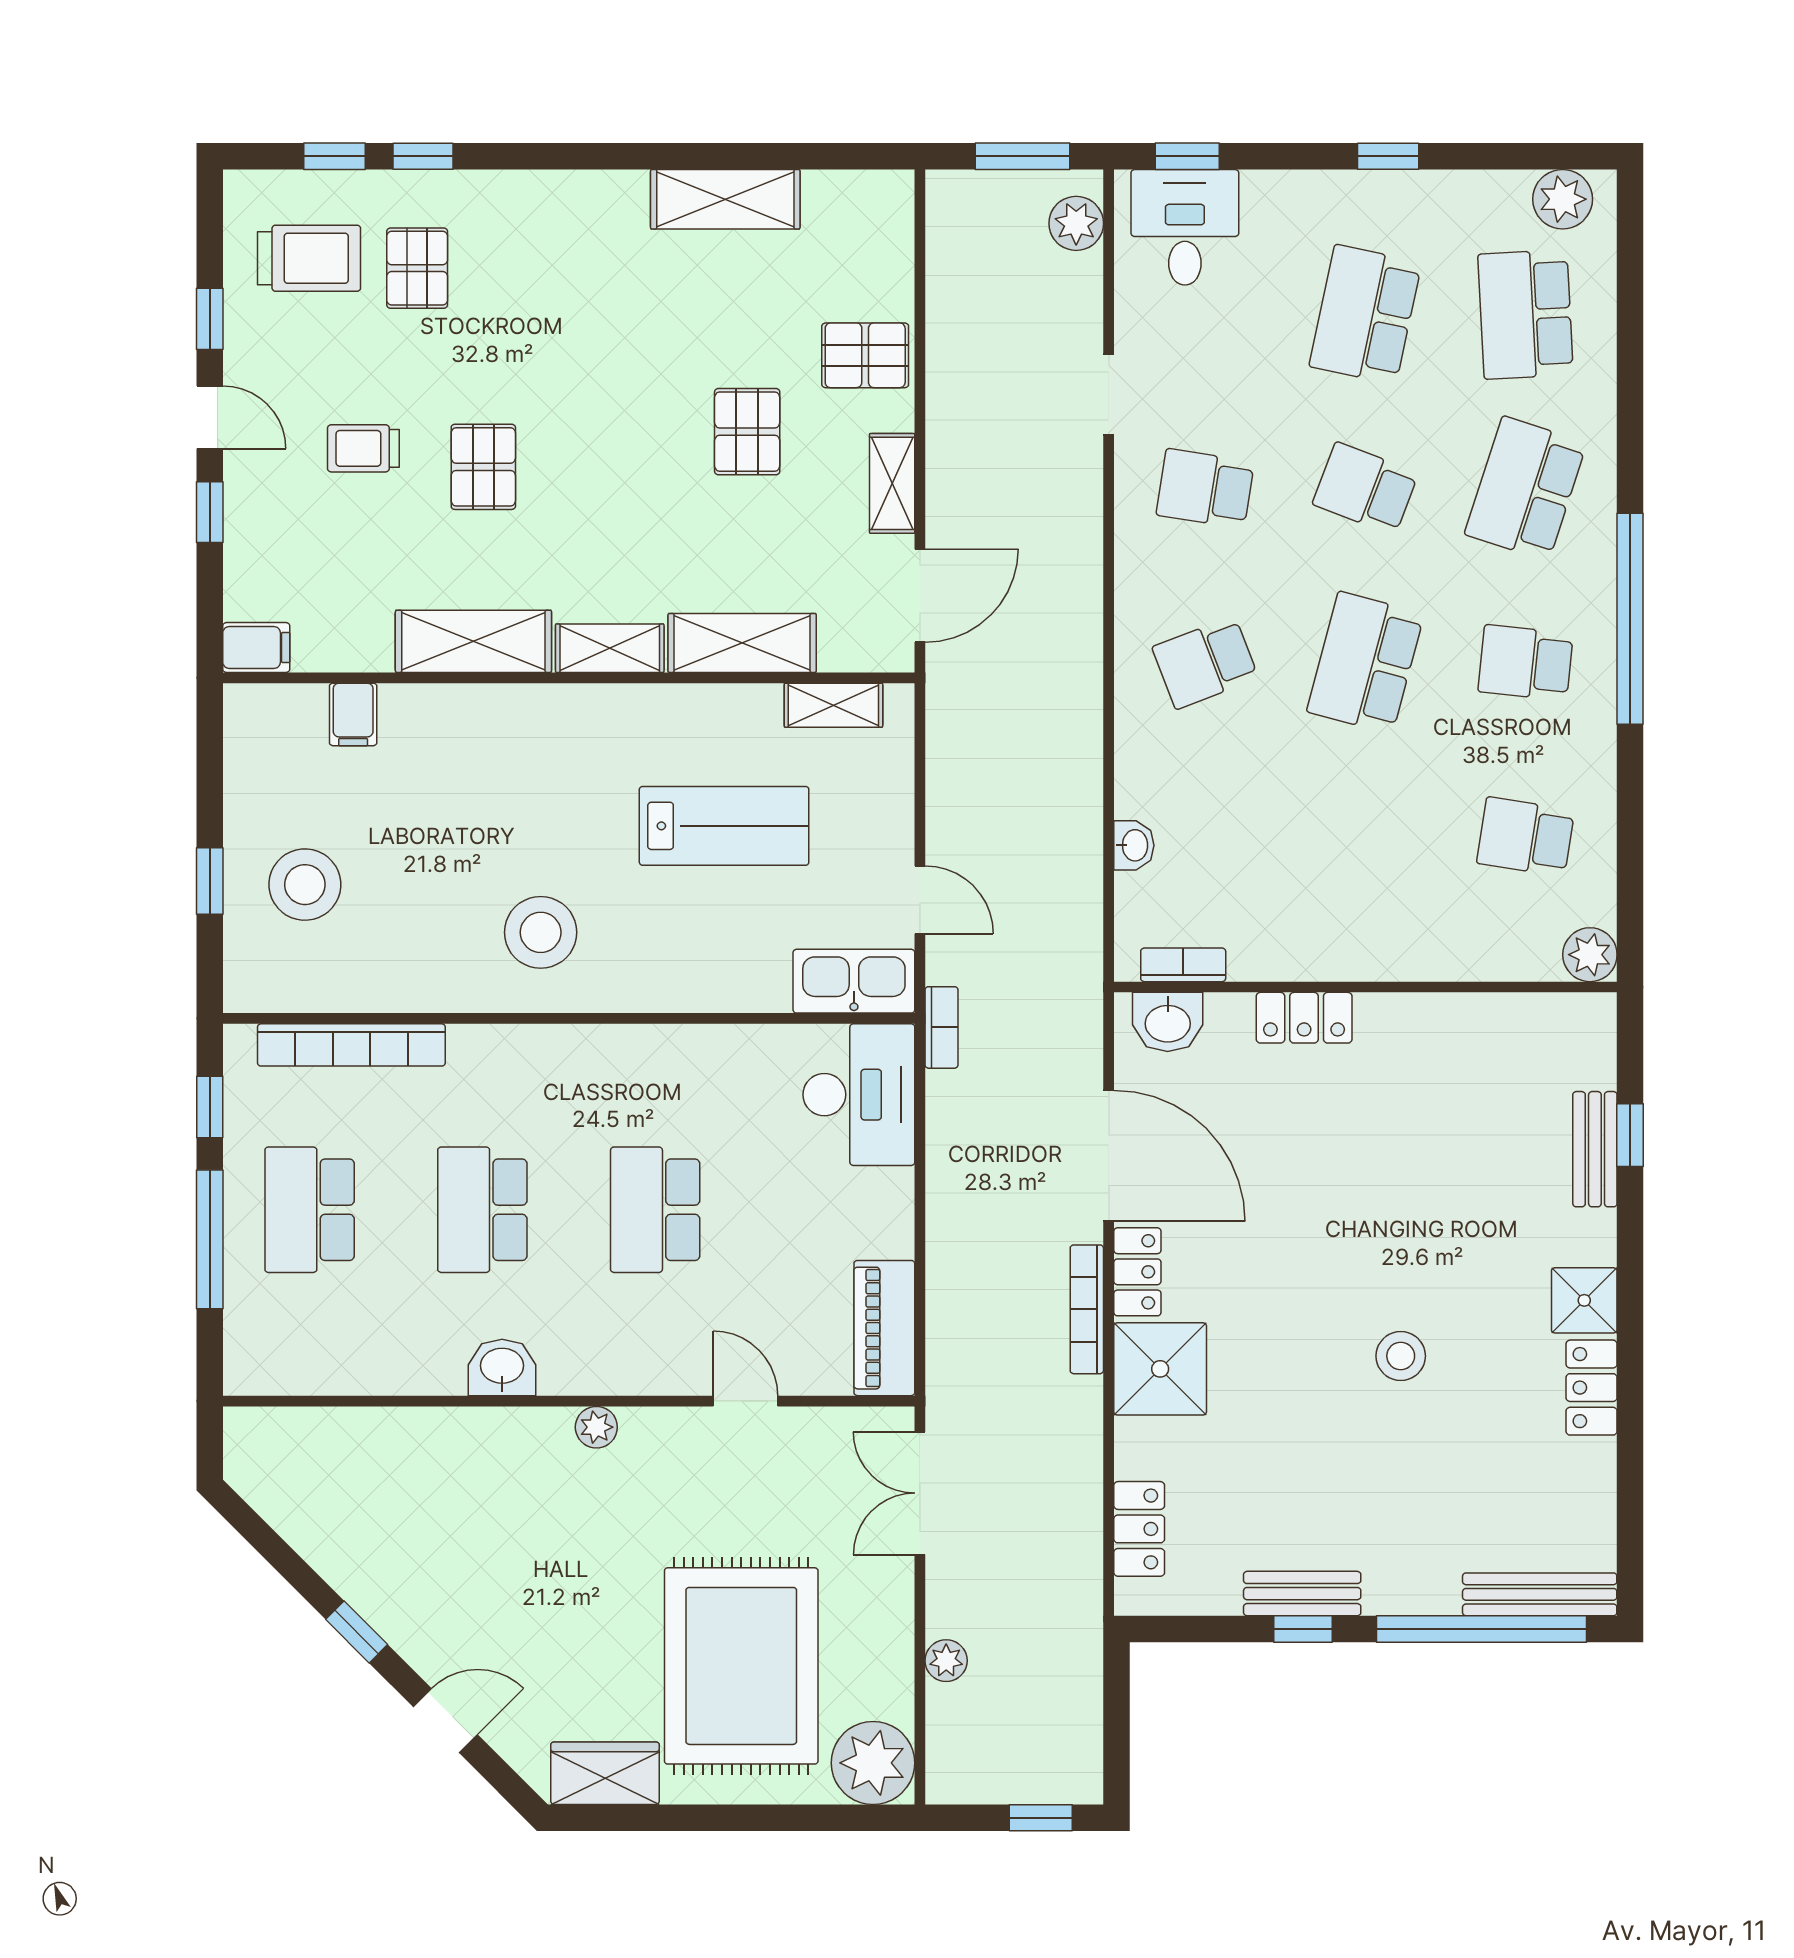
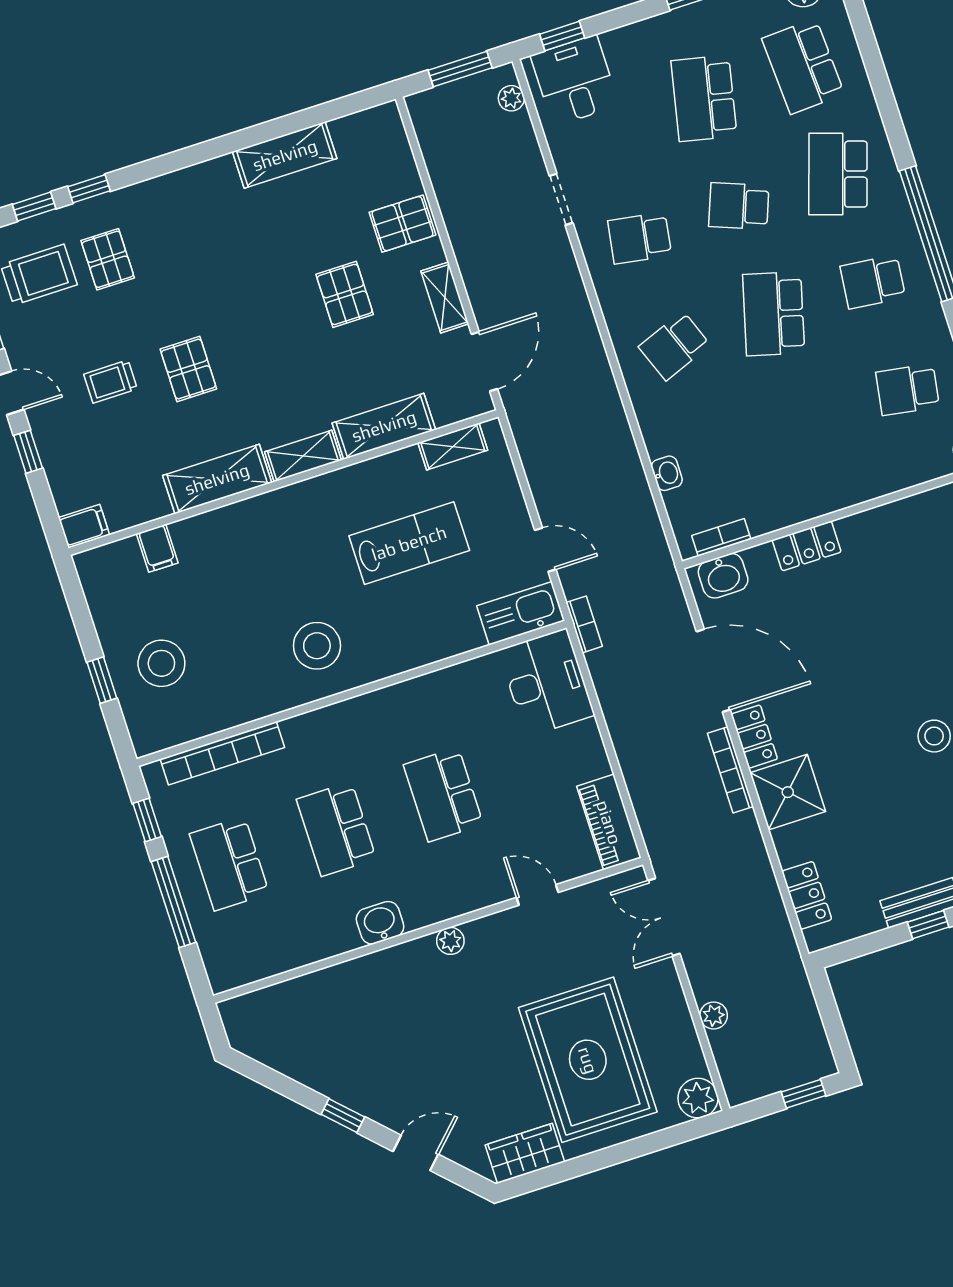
plant: (1076, 223) -> (511, 98), width x0.73, depth x0.73
plant: (873, 1763) -> (698, 1098), width x0.73, depth x0.73

